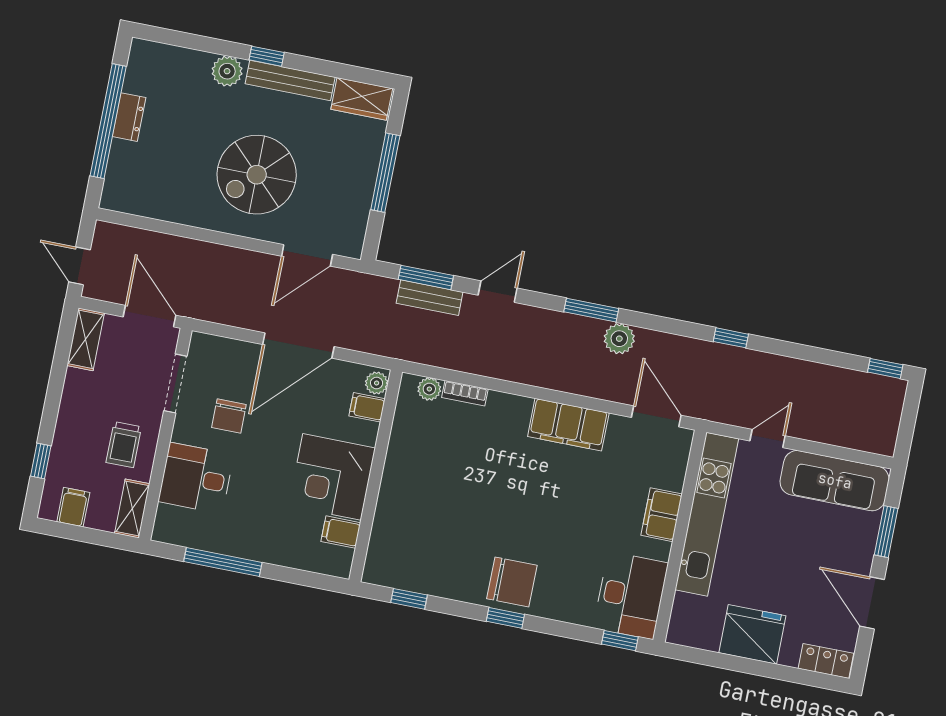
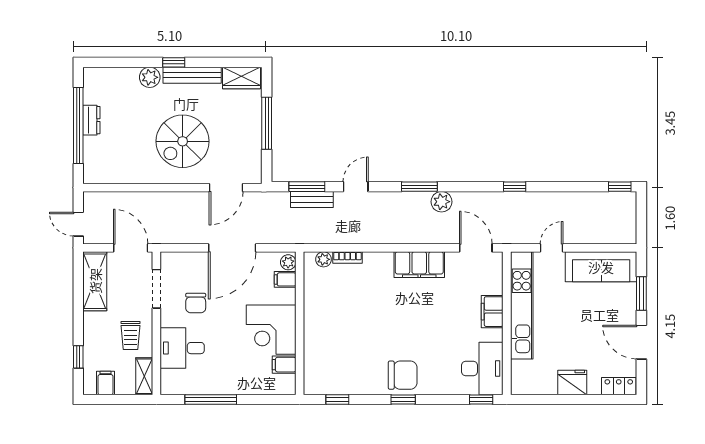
shelving: (86, 339) -> (95, 281), width x1.50, depth x1.33
fridge: (752, 634) -> (572, 382), width x0.73, depth x0.75

